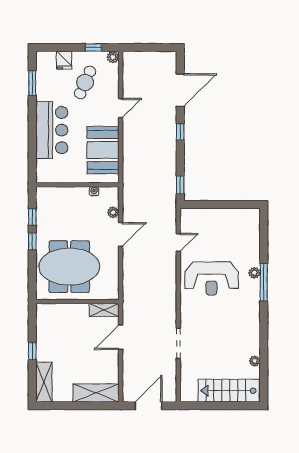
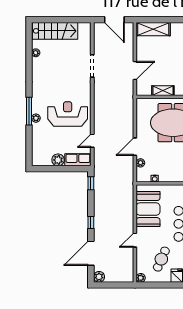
window: (93, 47) -> (155, 285), removed
plant: (169, 58) -> (99, 277), added
plant: (225, 216) -> (58, 160), added
row of seats: (198, 217) -> (78, 160), added
shelving: (104, 310) -> (163, 91), moved
door: (148, 406) -> (114, 20), hinge flipped

